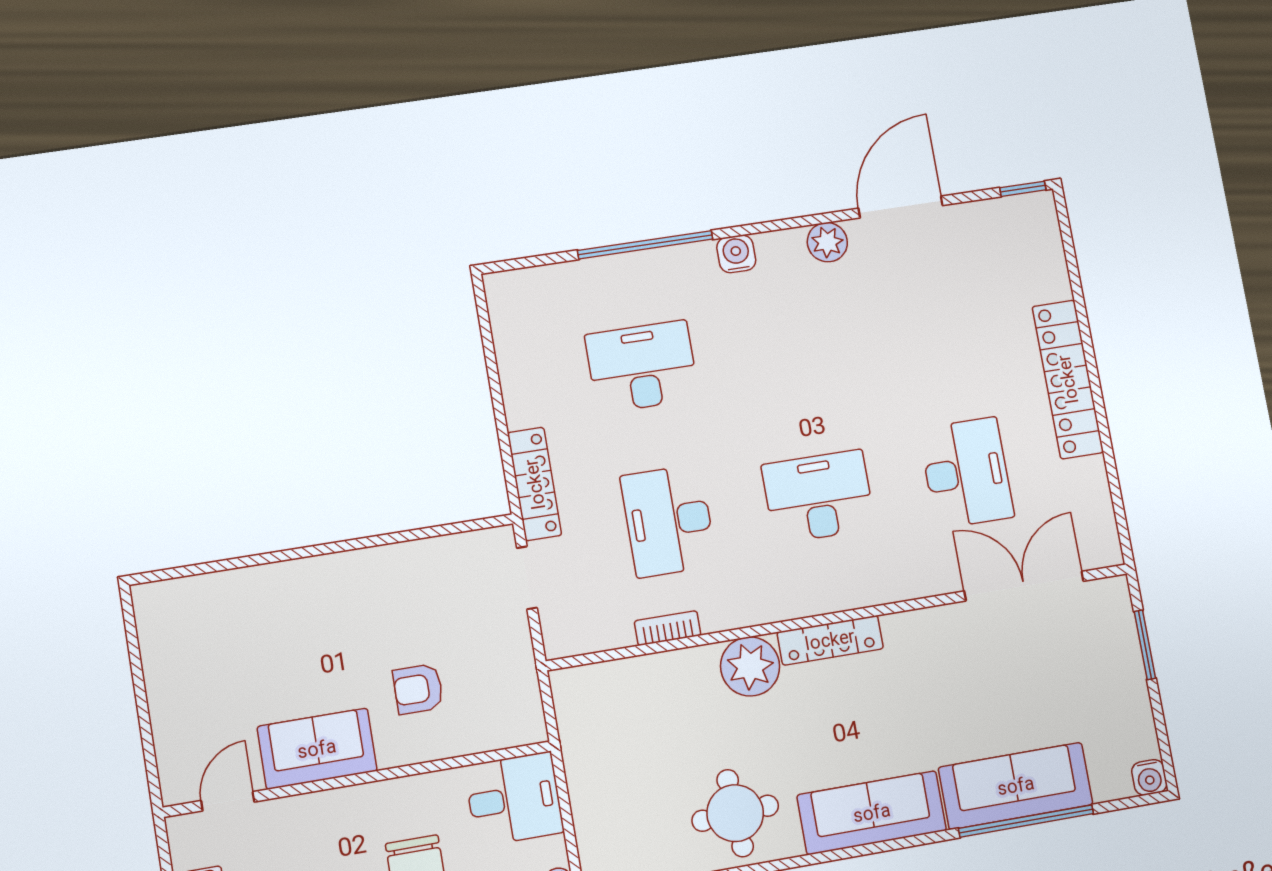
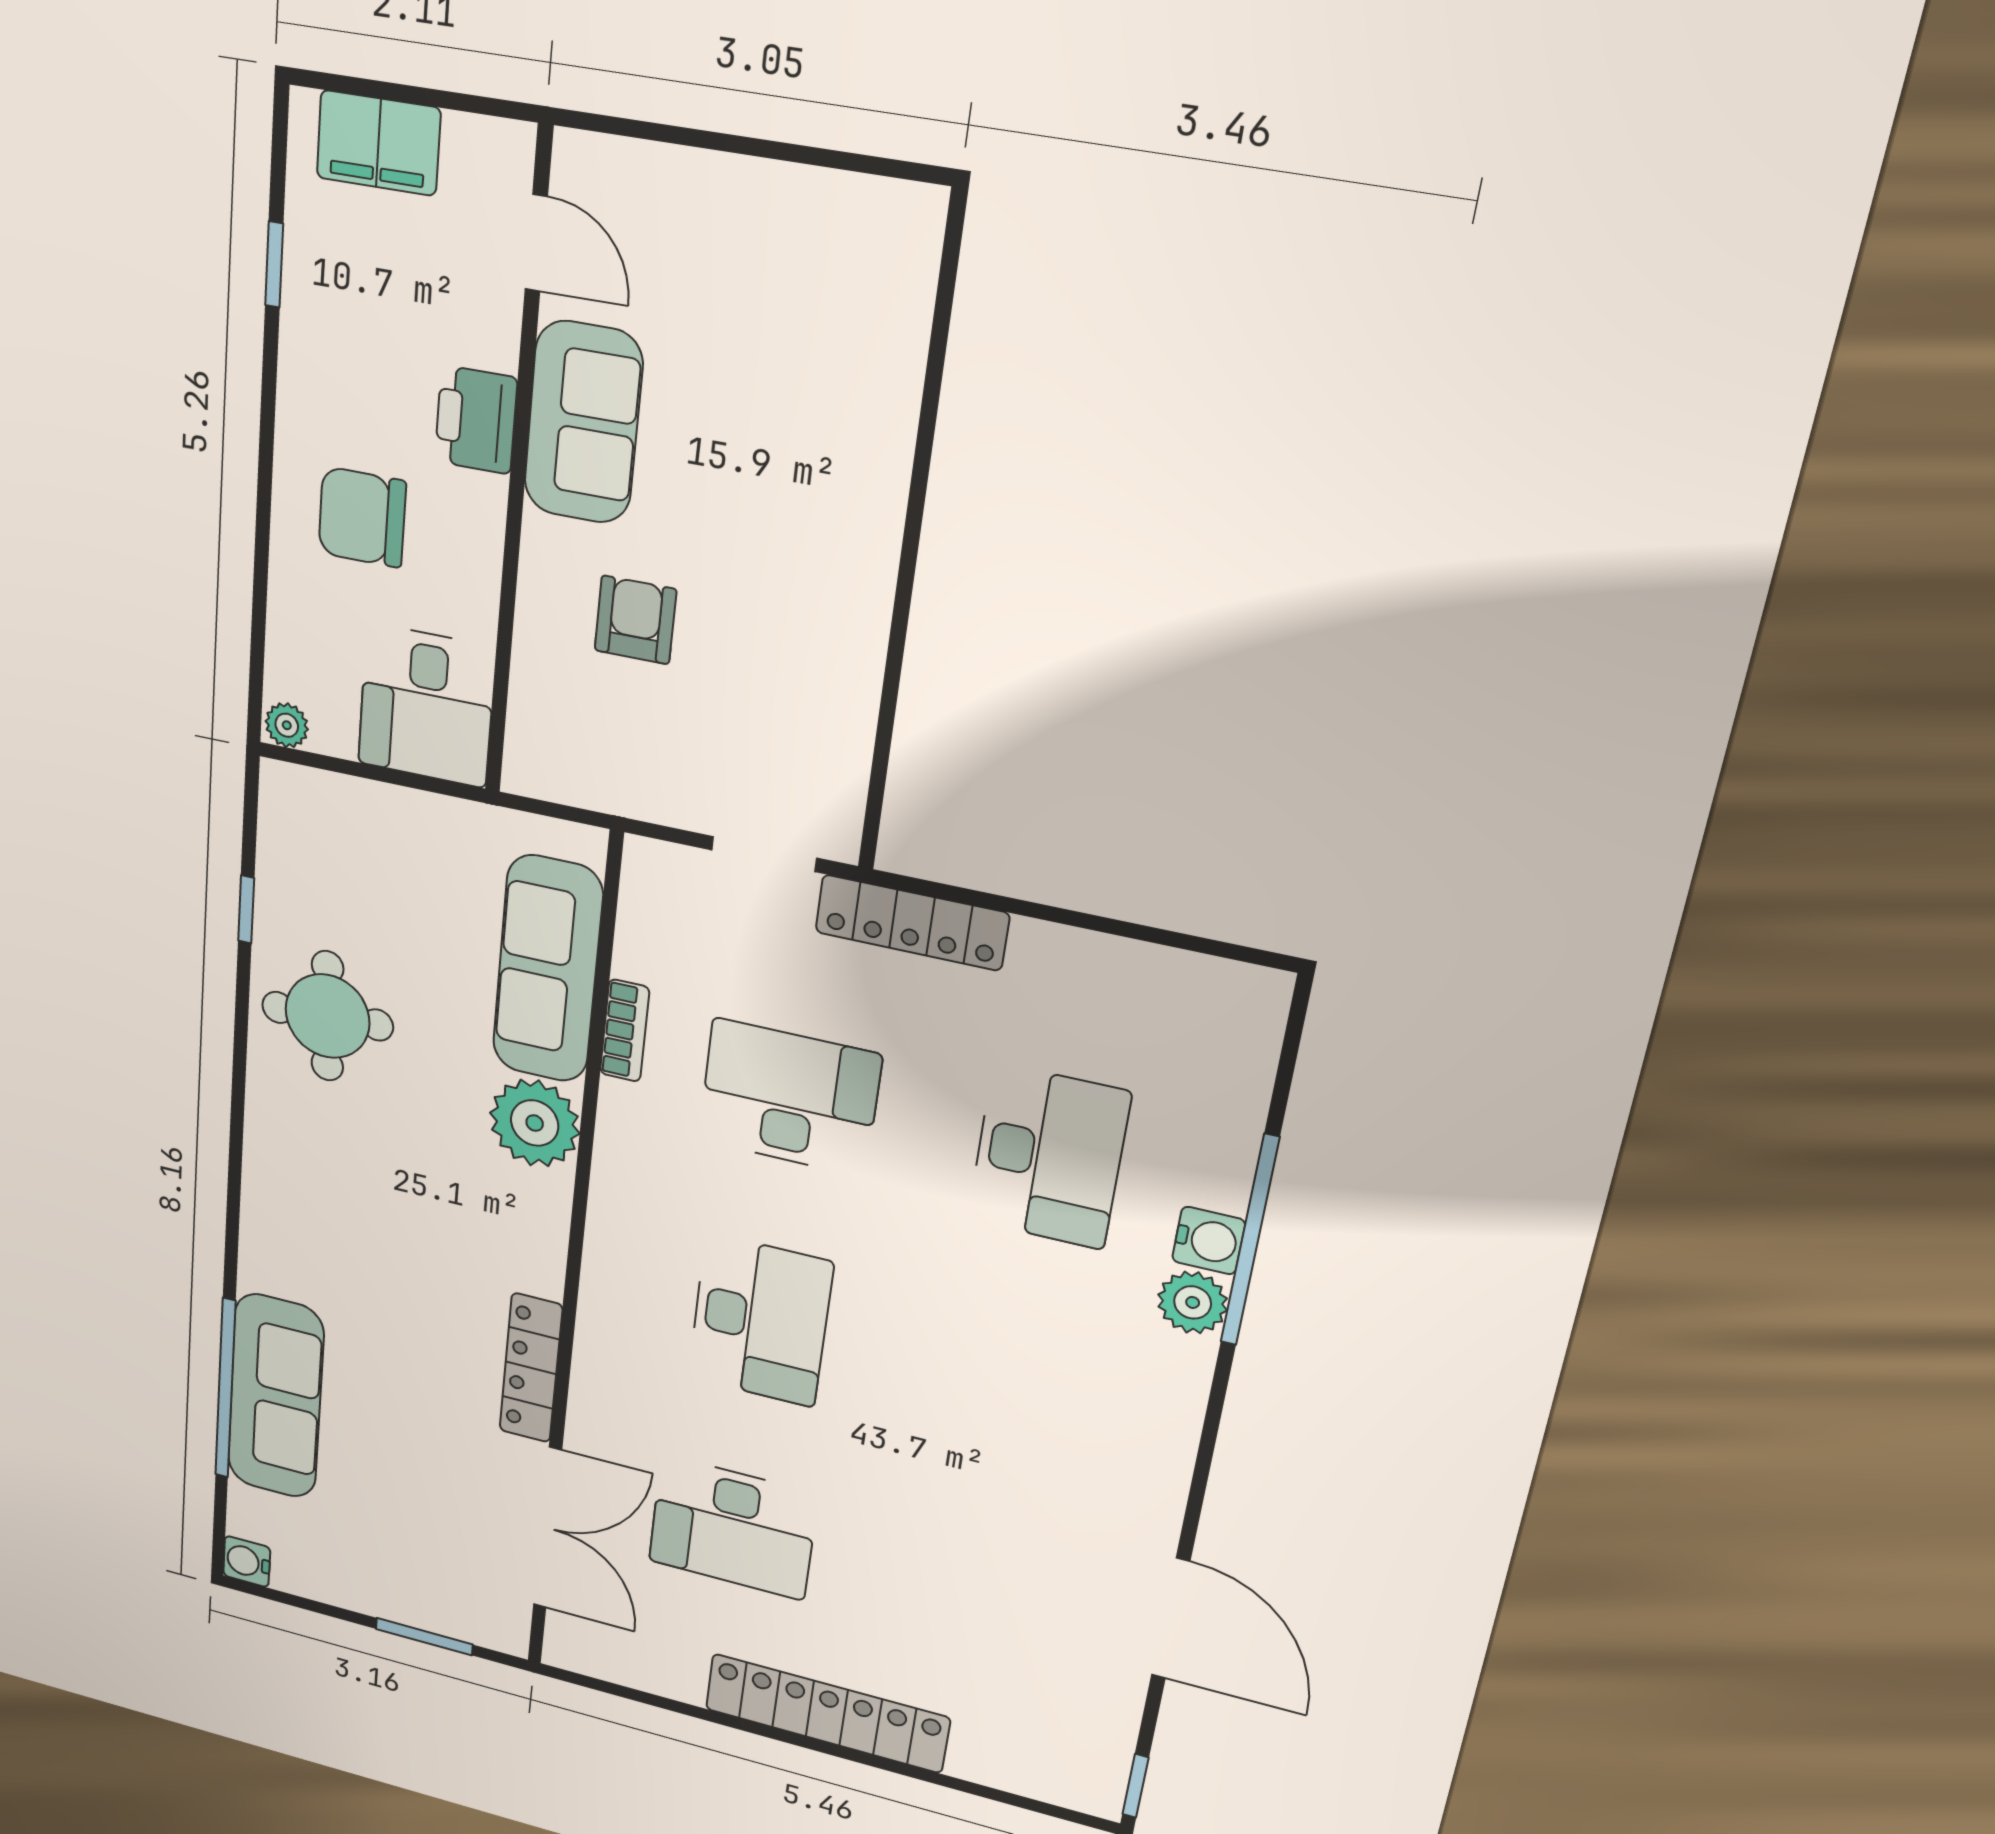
plant: (827, 242) -> (1193, 1302), moved
water cooler: (736, 254) -> (1209, 1241), moved
locker: (830, 640) -> (531, 1368), moved
printer: (336, 811) -> (476, 420), added
sofa: (872, 813) -> (548, 969), moved, turned 180

